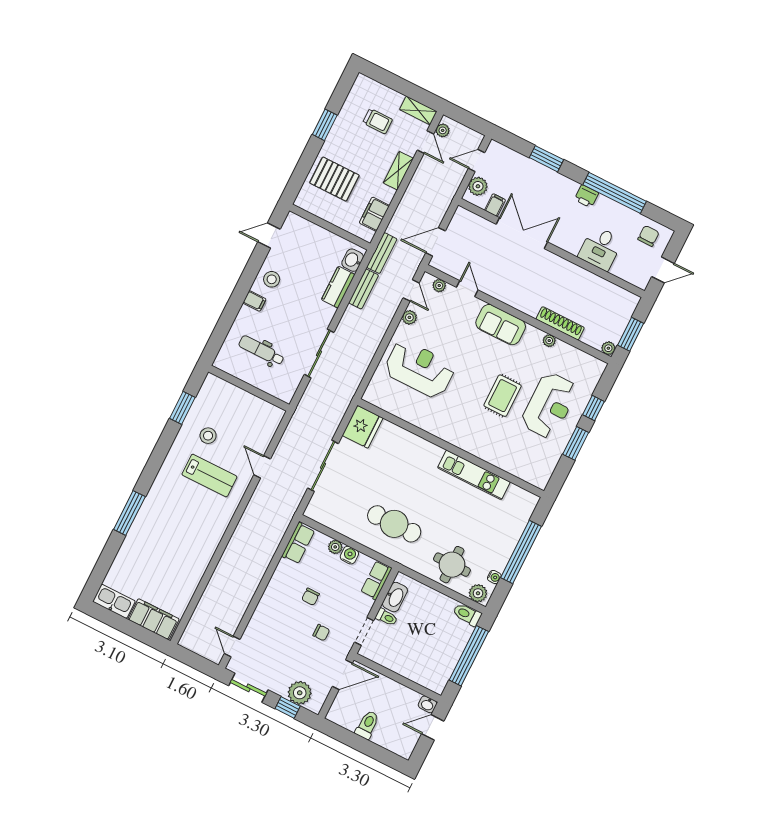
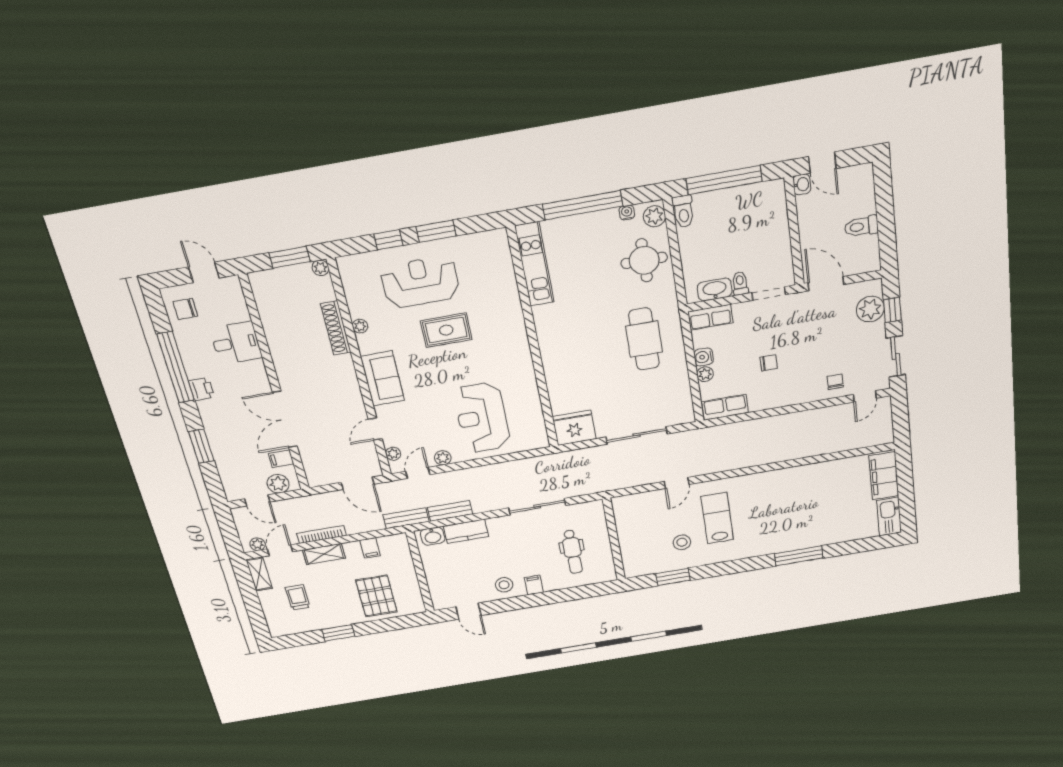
bookcase: (415, 182) -> (322, 535), added
filing cabinet: (374, 214) -> (370, 548), width x0.50
kitchen unit: (474, 475) -> (534, 264), moved
chair: (321, 633) -> (835, 382), moved

